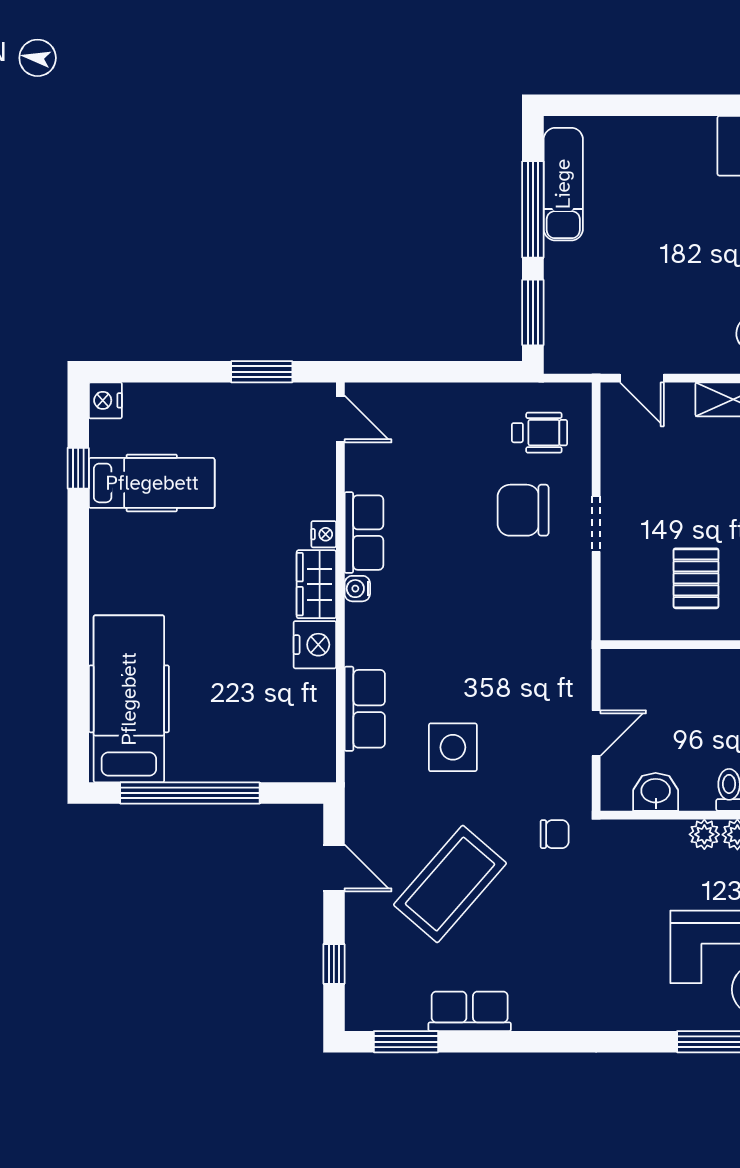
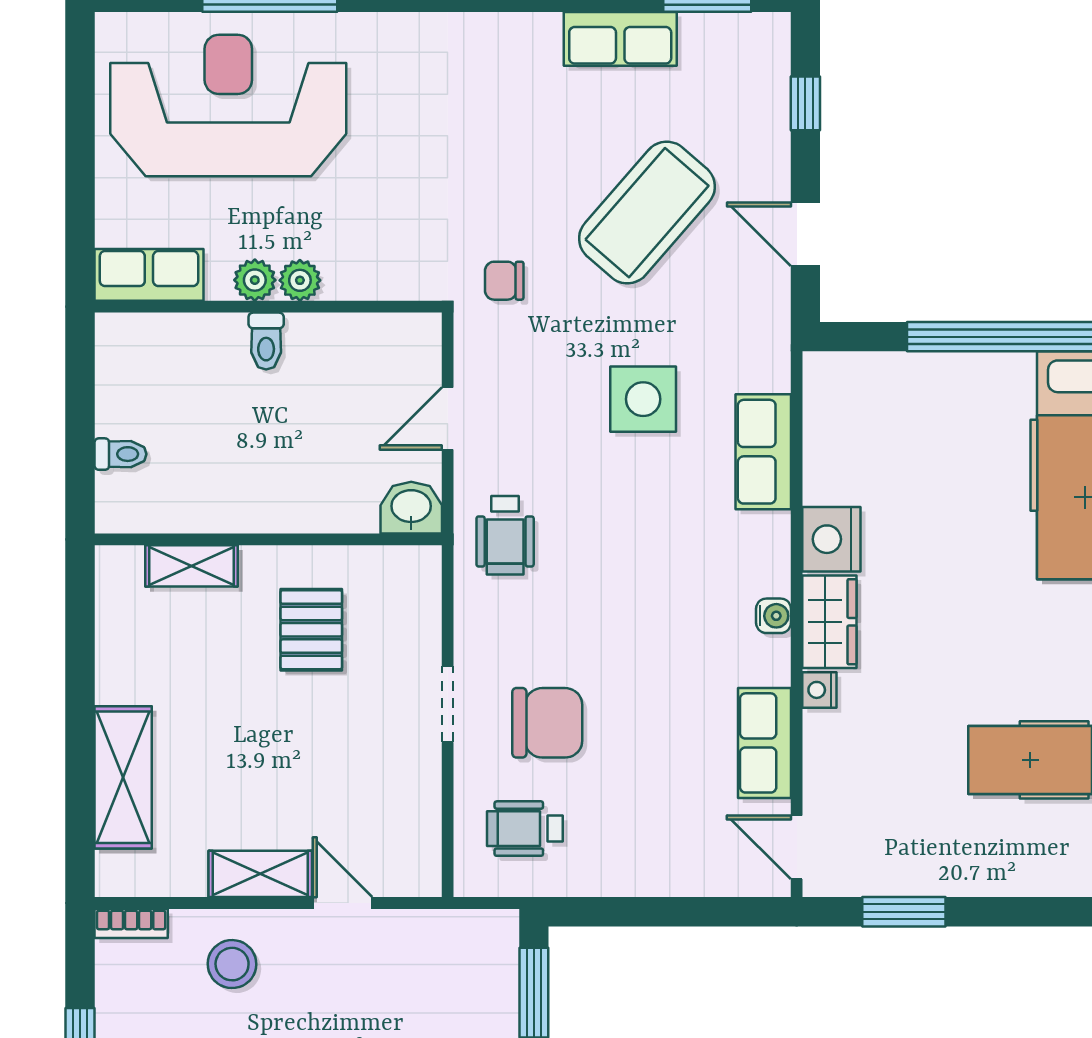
door: (642, 378) -> (343, 903), moved
row of seats: (364, 533) -> (764, 743), moved
wheelchair: (554, 648) -> (505, 535), added
washbasin: (656, 792) -> (411, 508), moved, turned 180

